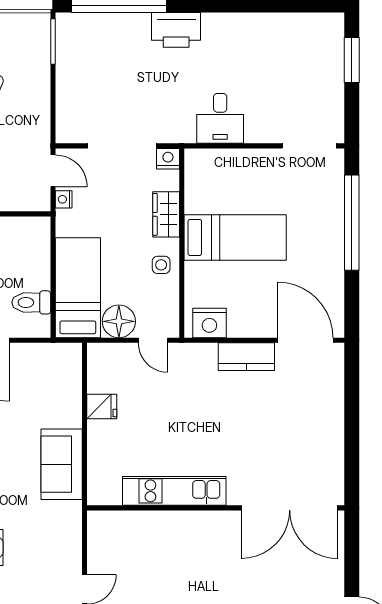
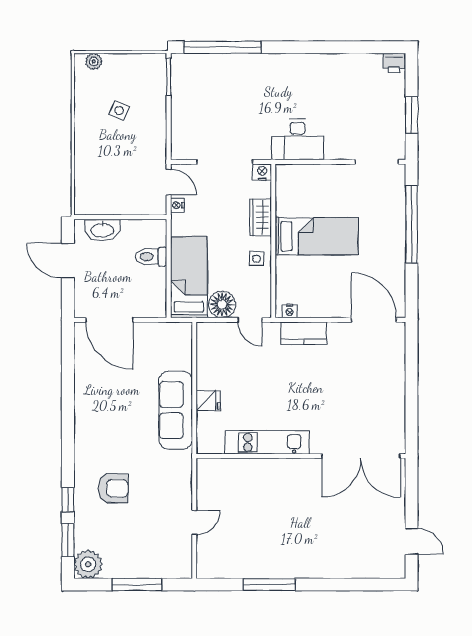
printer: (176, 30) -> (394, 63), moved, width x0.53, depth x0.68
window: (352, 60) -> (412, 115), moved
desk: (220, 118) -> (298, 139), width x1.37
toilet: (31, 302) -> (151, 257), moved
nightstand: (209, 323) -> (289, 311), width x0.53, depth x0.56
kitchen counter: (246, 357) -> (304, 333), moved
fridge: (102, 407) -> (208, 401), moved
sofa: (62, 464) -> (176, 410), width x1.36

